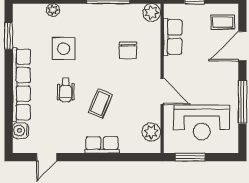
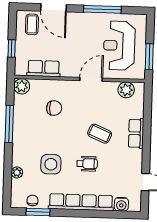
chair: (22, 29) -> (32, 200), added
reception desk: (202, 122) -> (119, 46), turned 180

